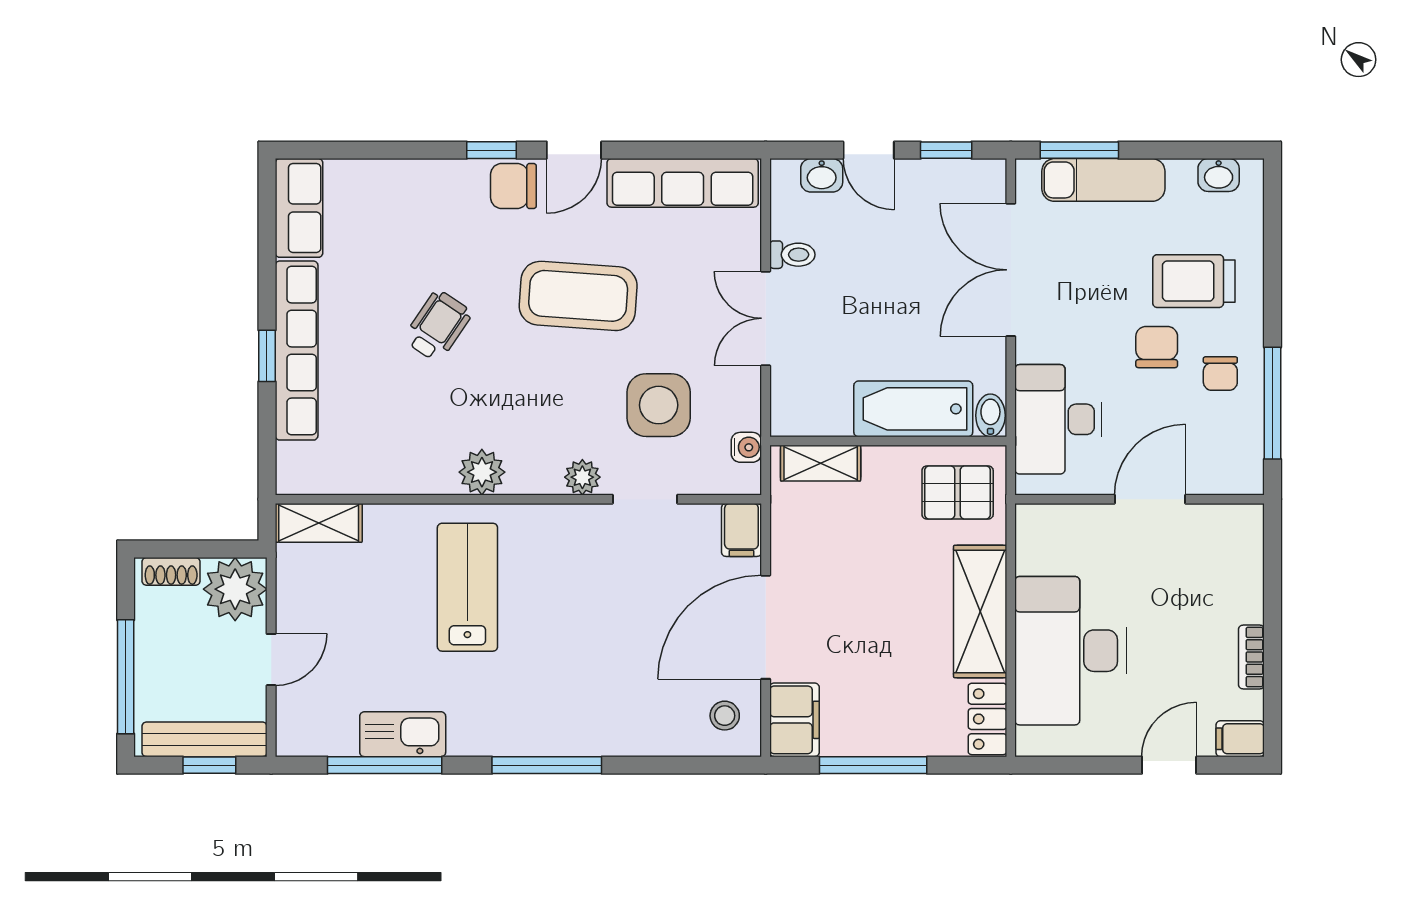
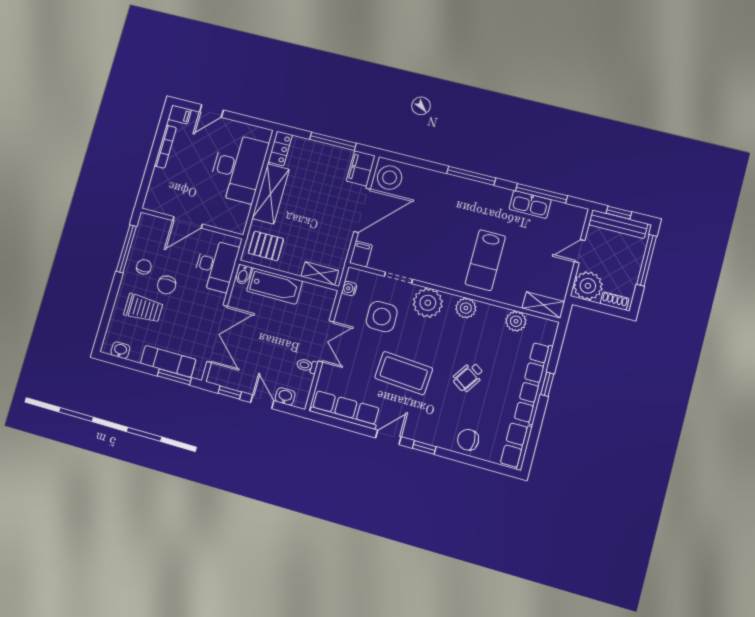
chair: (513, 186) -> (468, 440), moved, turned 180
plant: (368, 472) -> (516, 321), added
plant: (582, 477) -> (428, 303), width x1.87, depth x1.87
bookcase: (1251, 657) -> (165, 147), width x1.56
stool: (725, 716) -> (390, 178), width x1.89, depth x1.89

